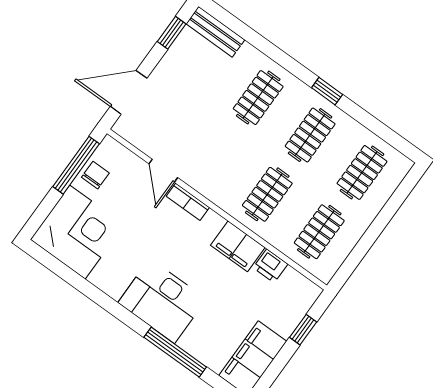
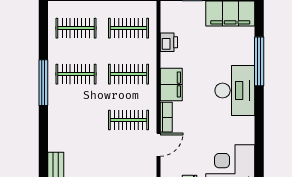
window: (327, 91) -> (43, 83), width x2.17
clothes rail: (258, 98) -> (129, 120), moved
filing cabinet: (238, 246) -> (171, 84), moved

